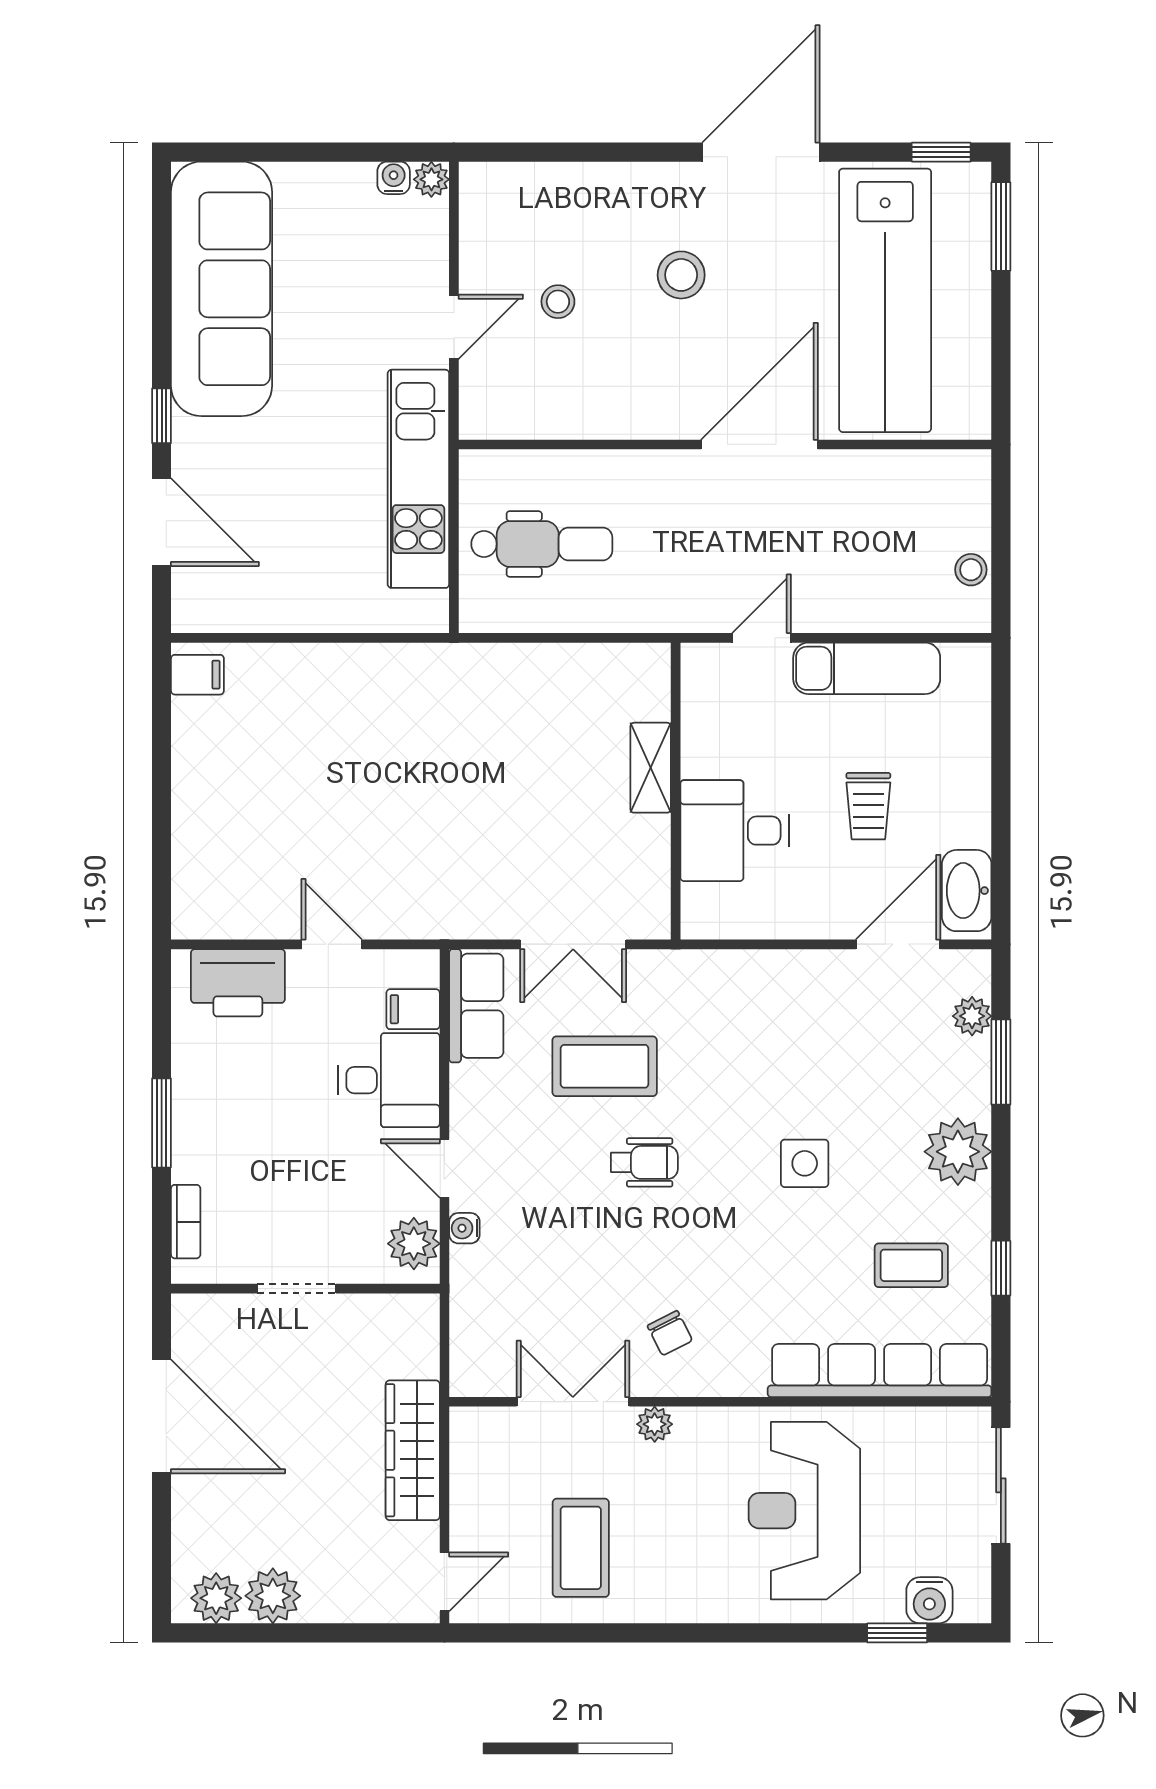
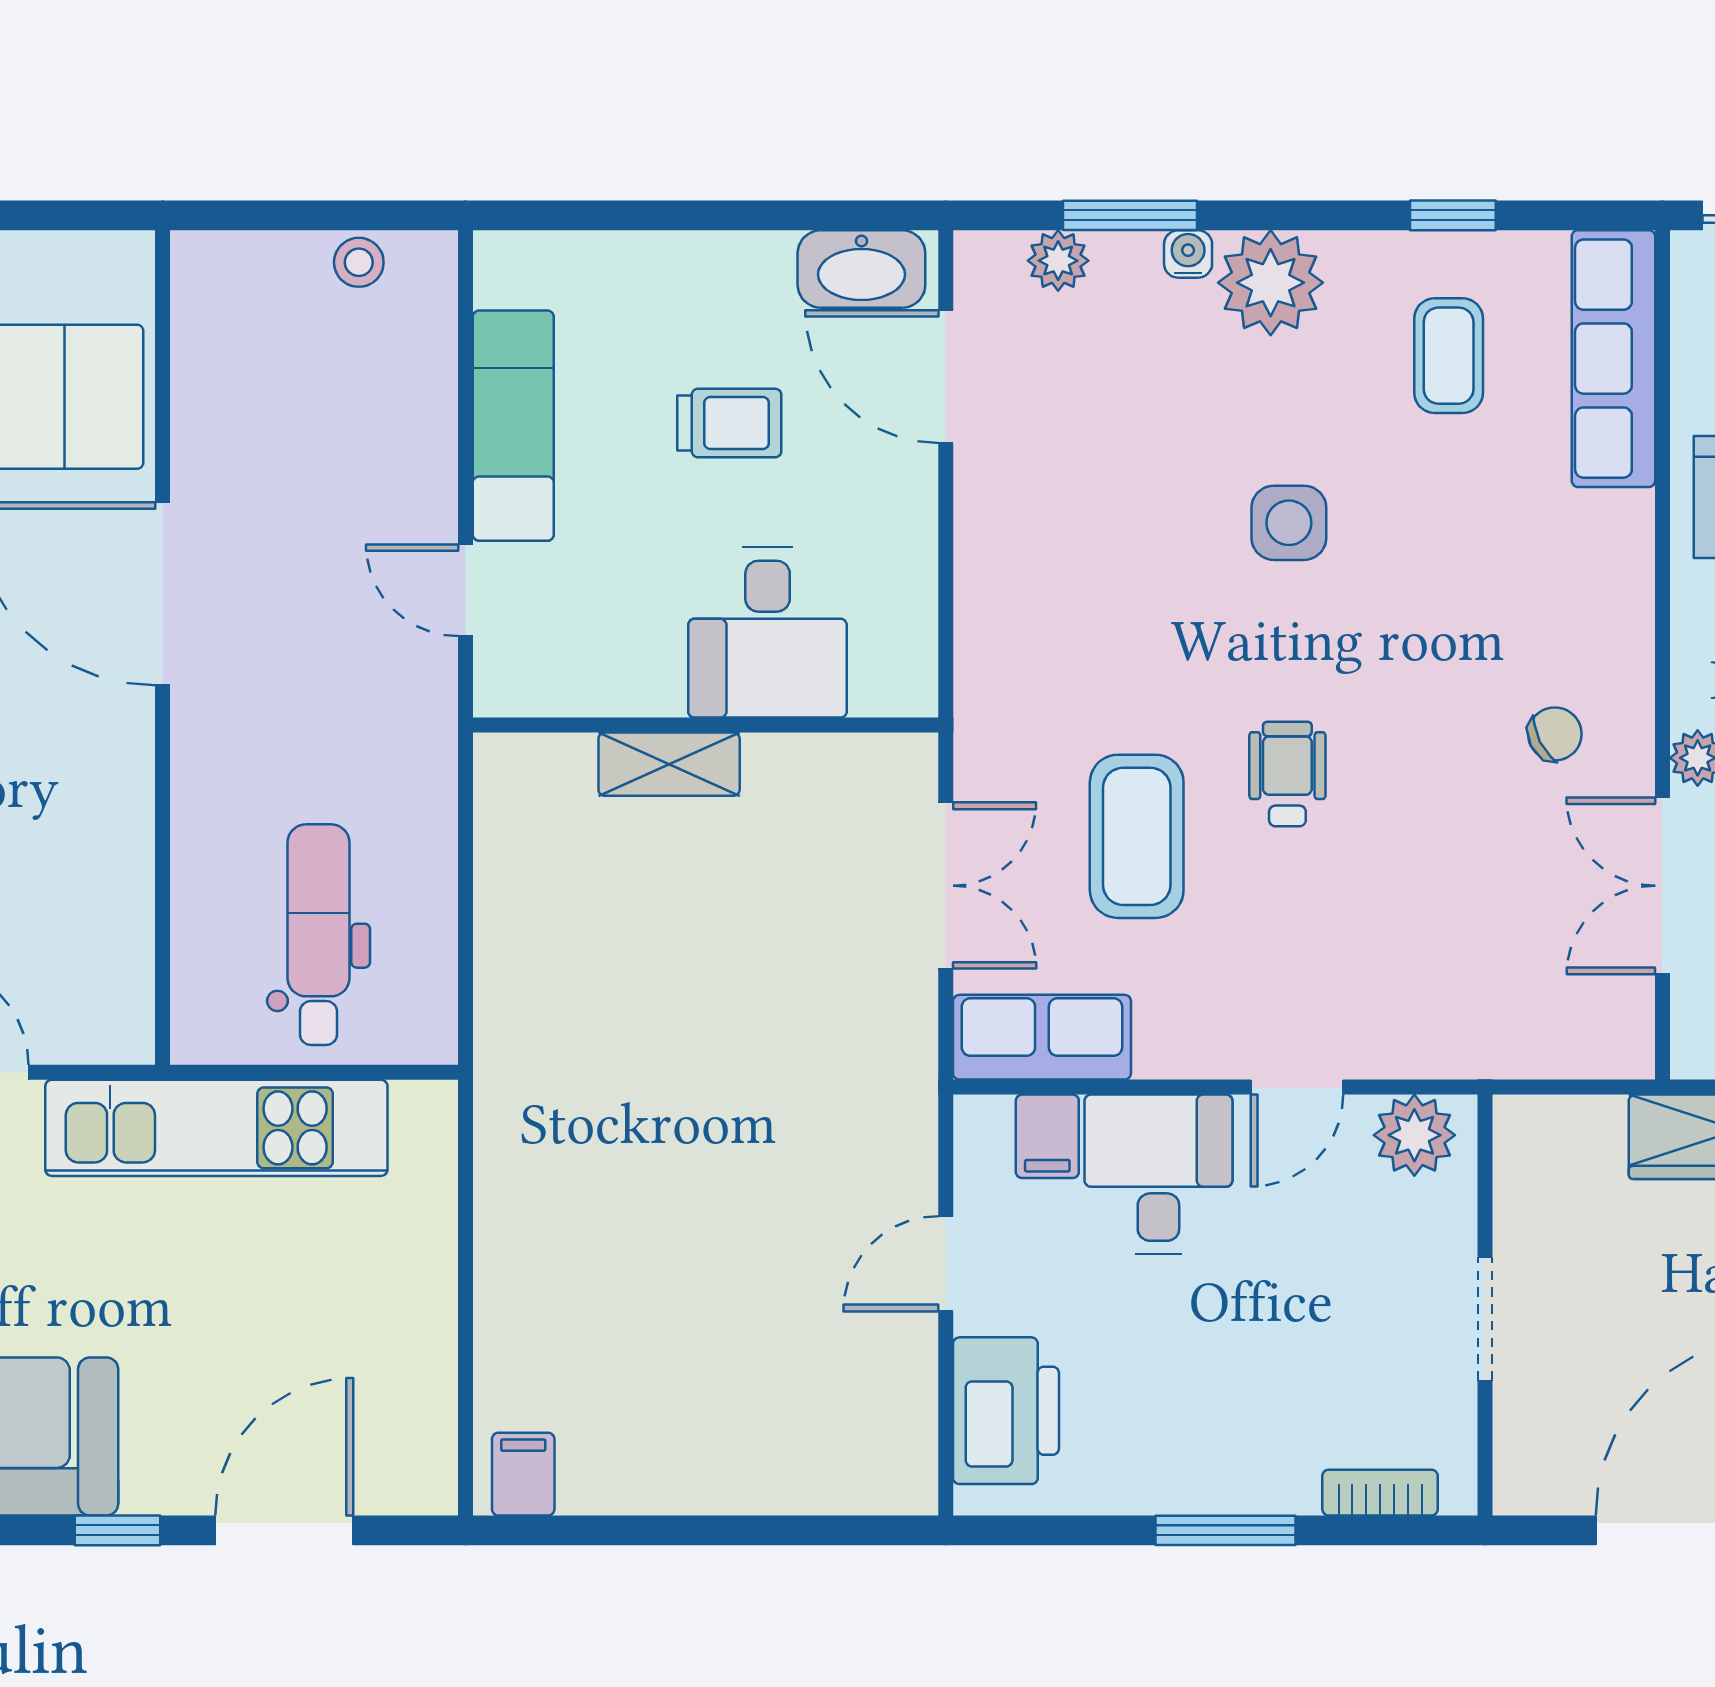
water cooler: (464, 1228) -> (1188, 254), moved, turned 180
row of seats: (880, 1371) -> (1613, 359), width x0.73

